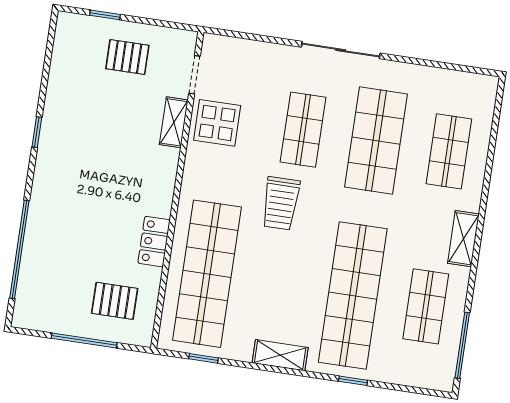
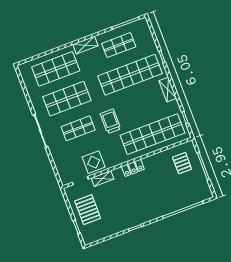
pallet: (127, 57) -> (88, 210), width x1.50, depth x1.42
shop shelf: (449, 151) -> (56, 69), width x1.43, depth x1.36
trolley: (281, 203) -> (111, 121), turned -90
locker: (154, 242) -> (133, 168), moved

